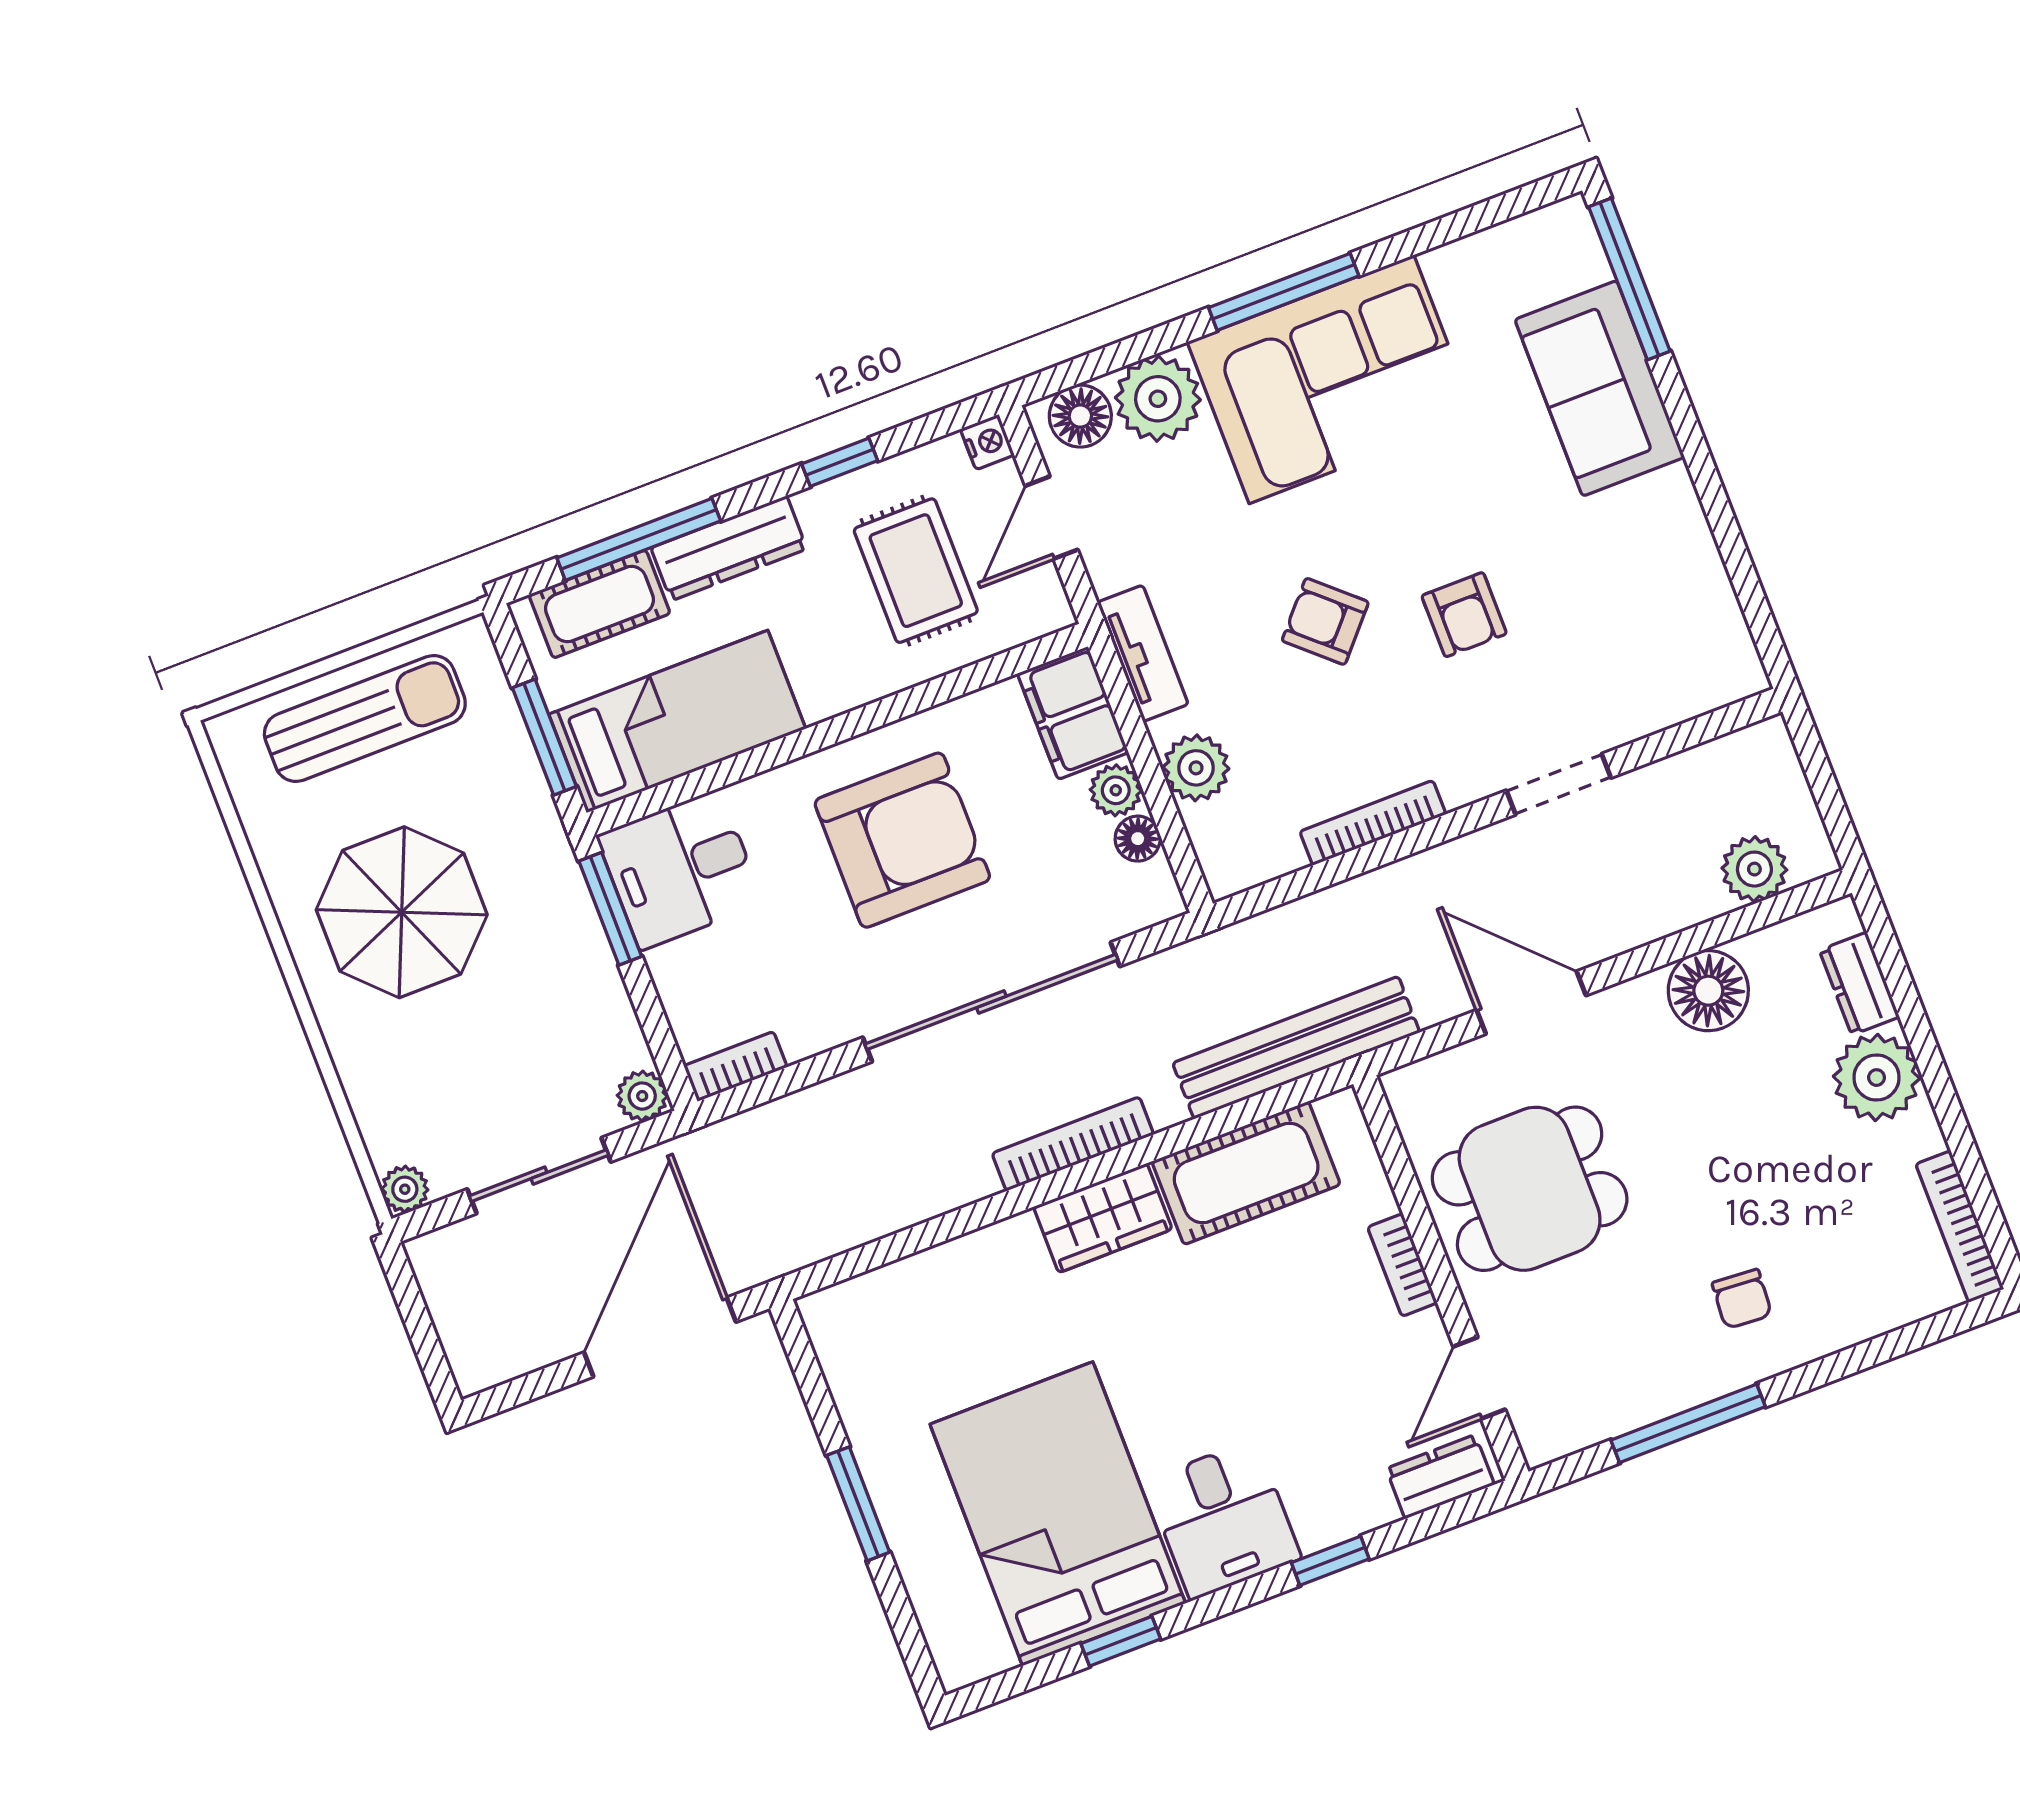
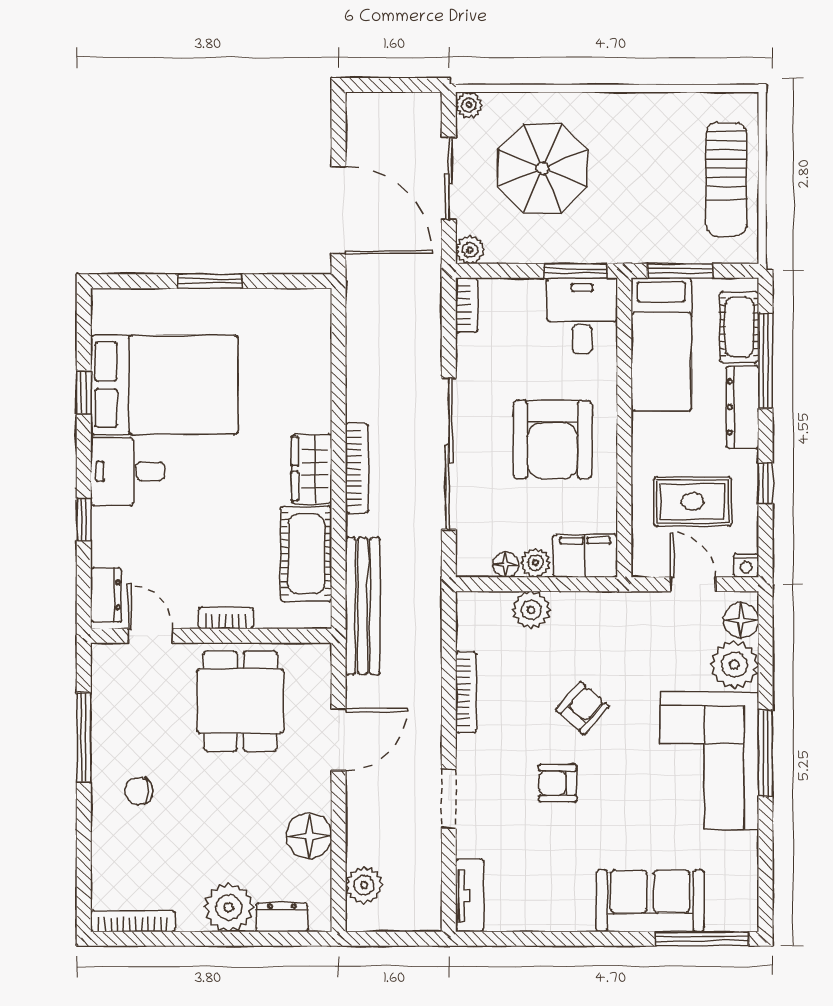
tv unit: (1143, 653) -> (470, 896), moved, turned -90
parasol: (402, 912) -> (543, 168), moved

